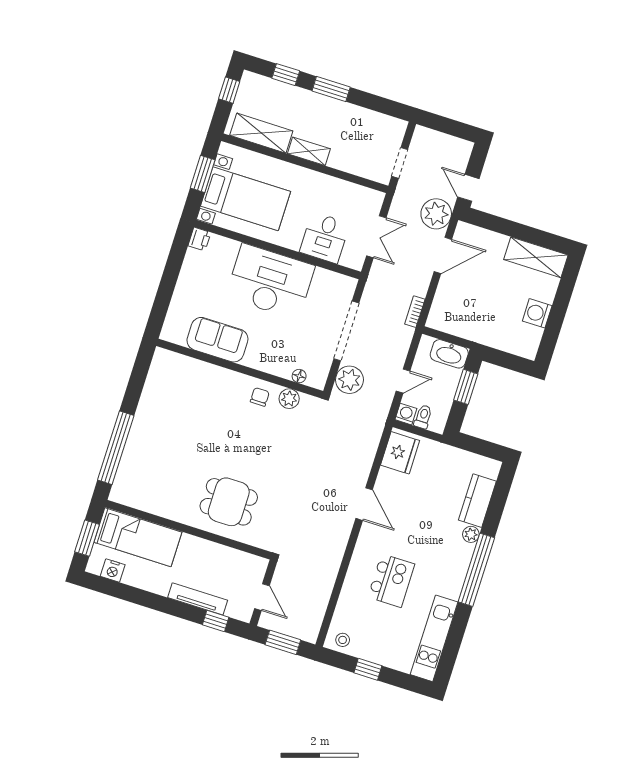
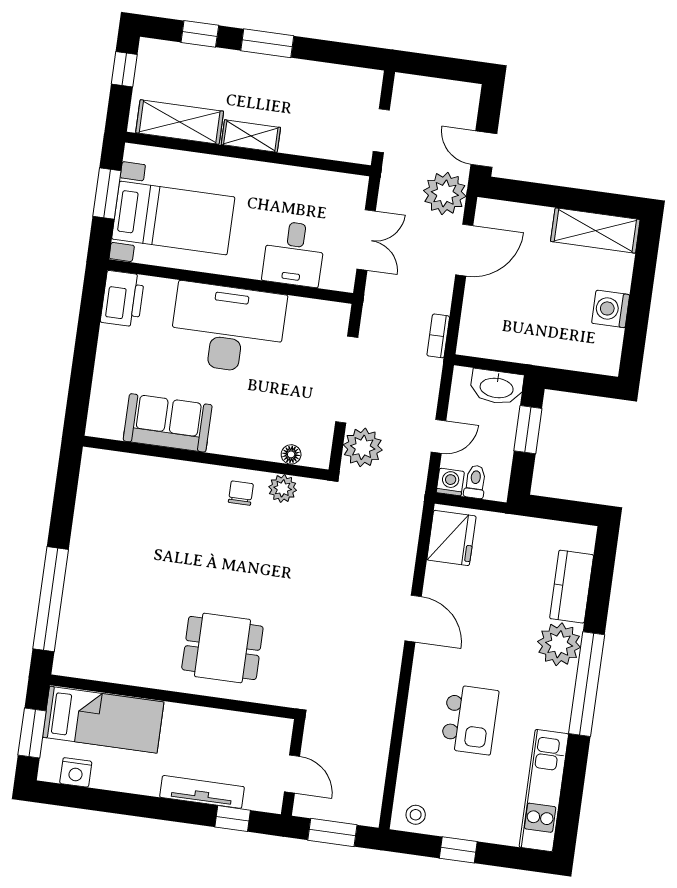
printer: (199, 239) -> (123, 299), width x1.87, depth x1.48
plant: (471, 534) -> (559, 644), width x1.88, depth x1.88

